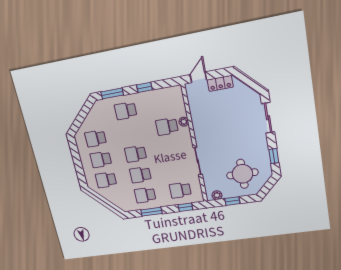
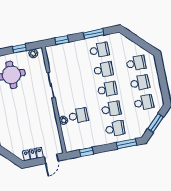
window: (144, 87) -> (86, 152), moved
window: (82, 116) -> (156, 123), added
school desk: (180, 190) -> (111, 109), moved

